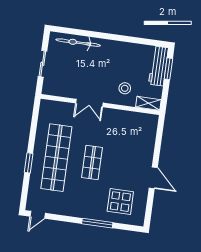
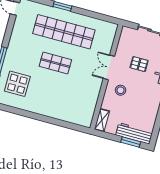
pallet: (81, 70) -> (139, 64), added
stool: (125, 88) -> (121, 90), moved
door: (153, 178) -> (35, 116), removed

